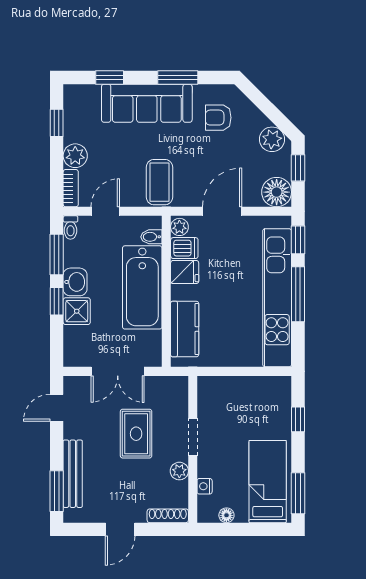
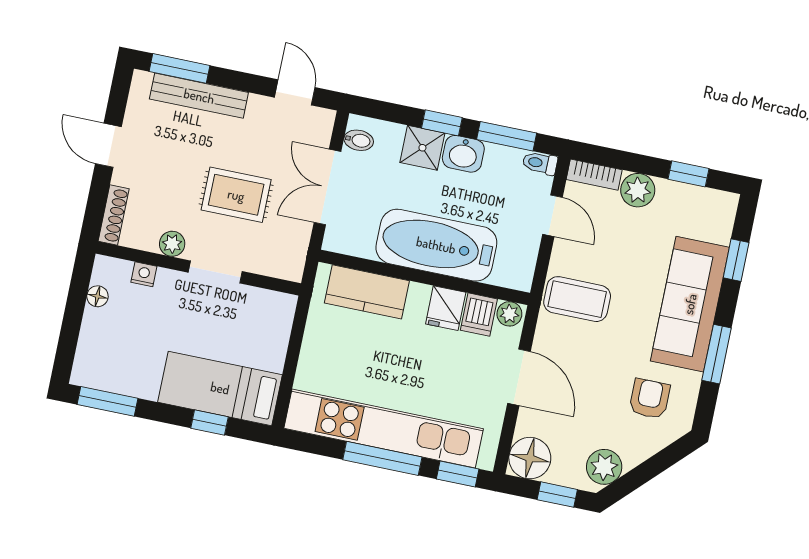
bidet: (151, 237) -> (359, 140), moved, turned 90
bed: (268, 482) -> (220, 388), moved, turned 180

